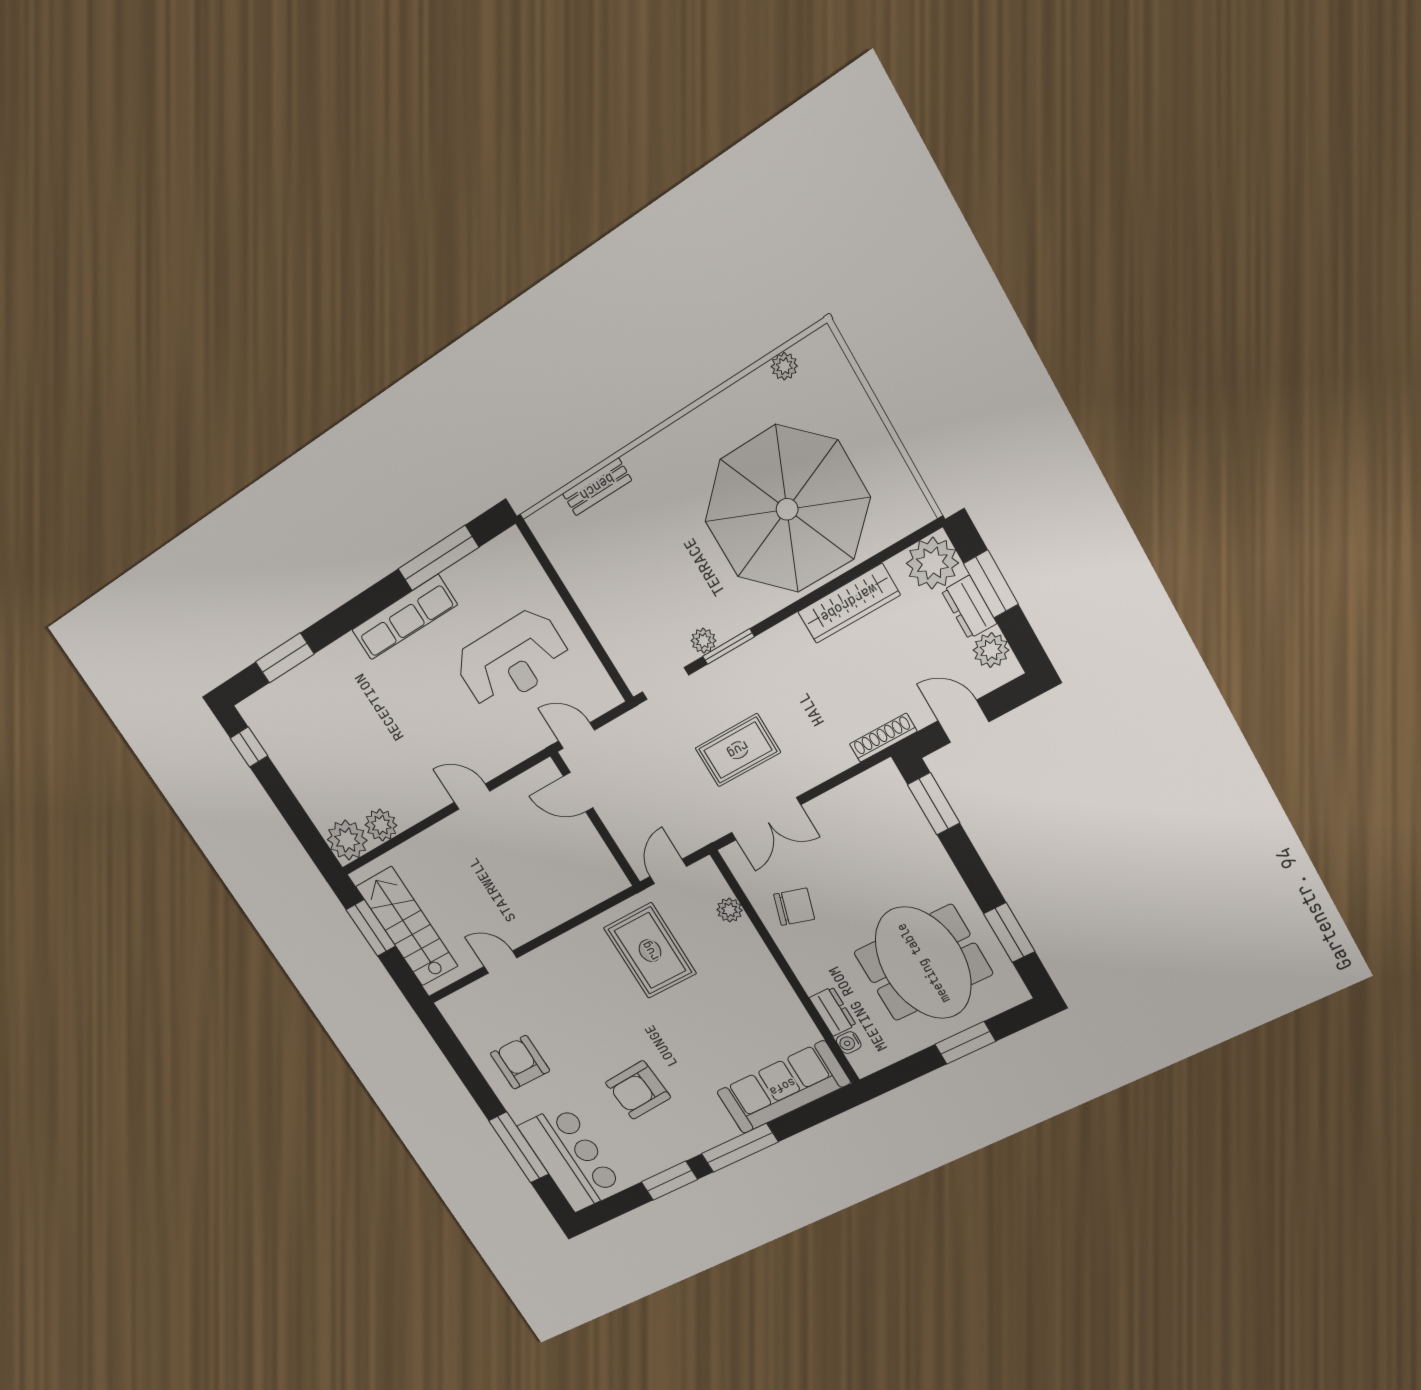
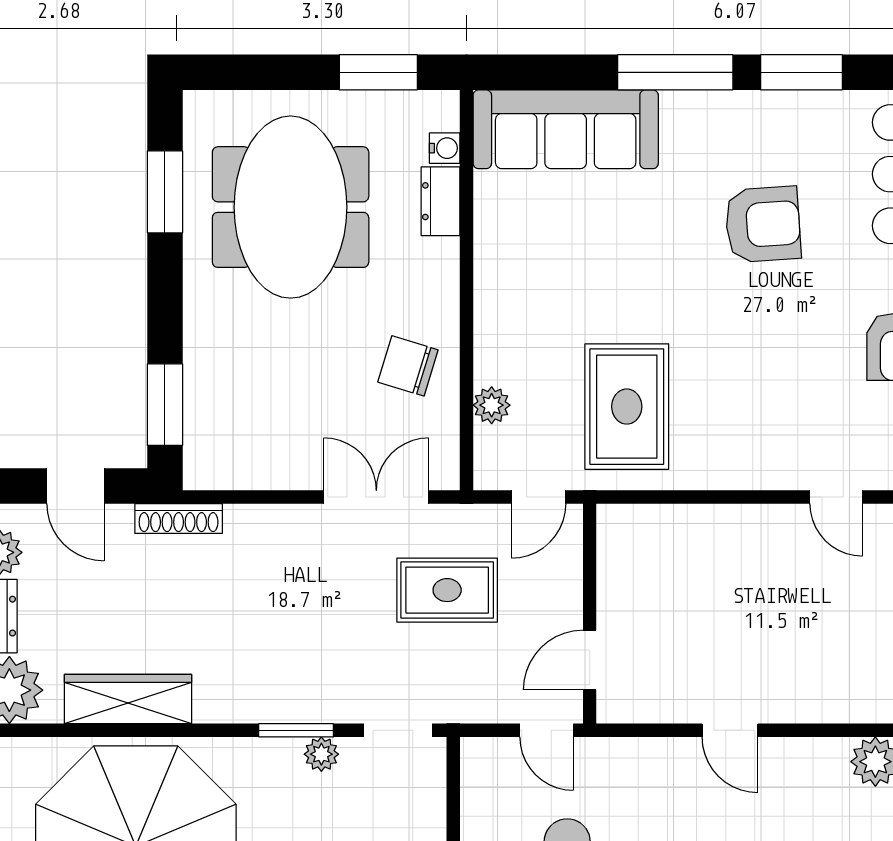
rug: (738, 750) -> (447, 590), moved
door: (578, 792) -> (590, 660), swing flipped
window: (965, 1043) -> (378, 72), moved

